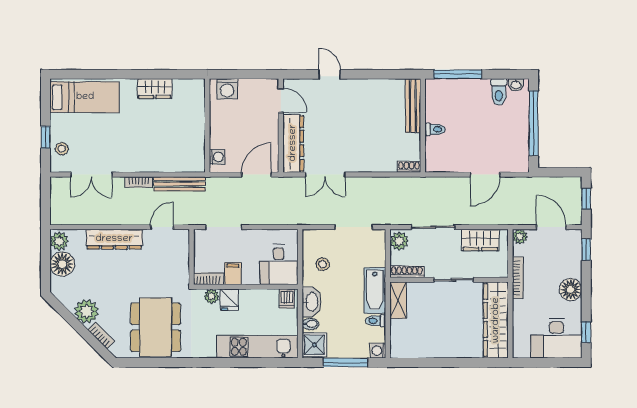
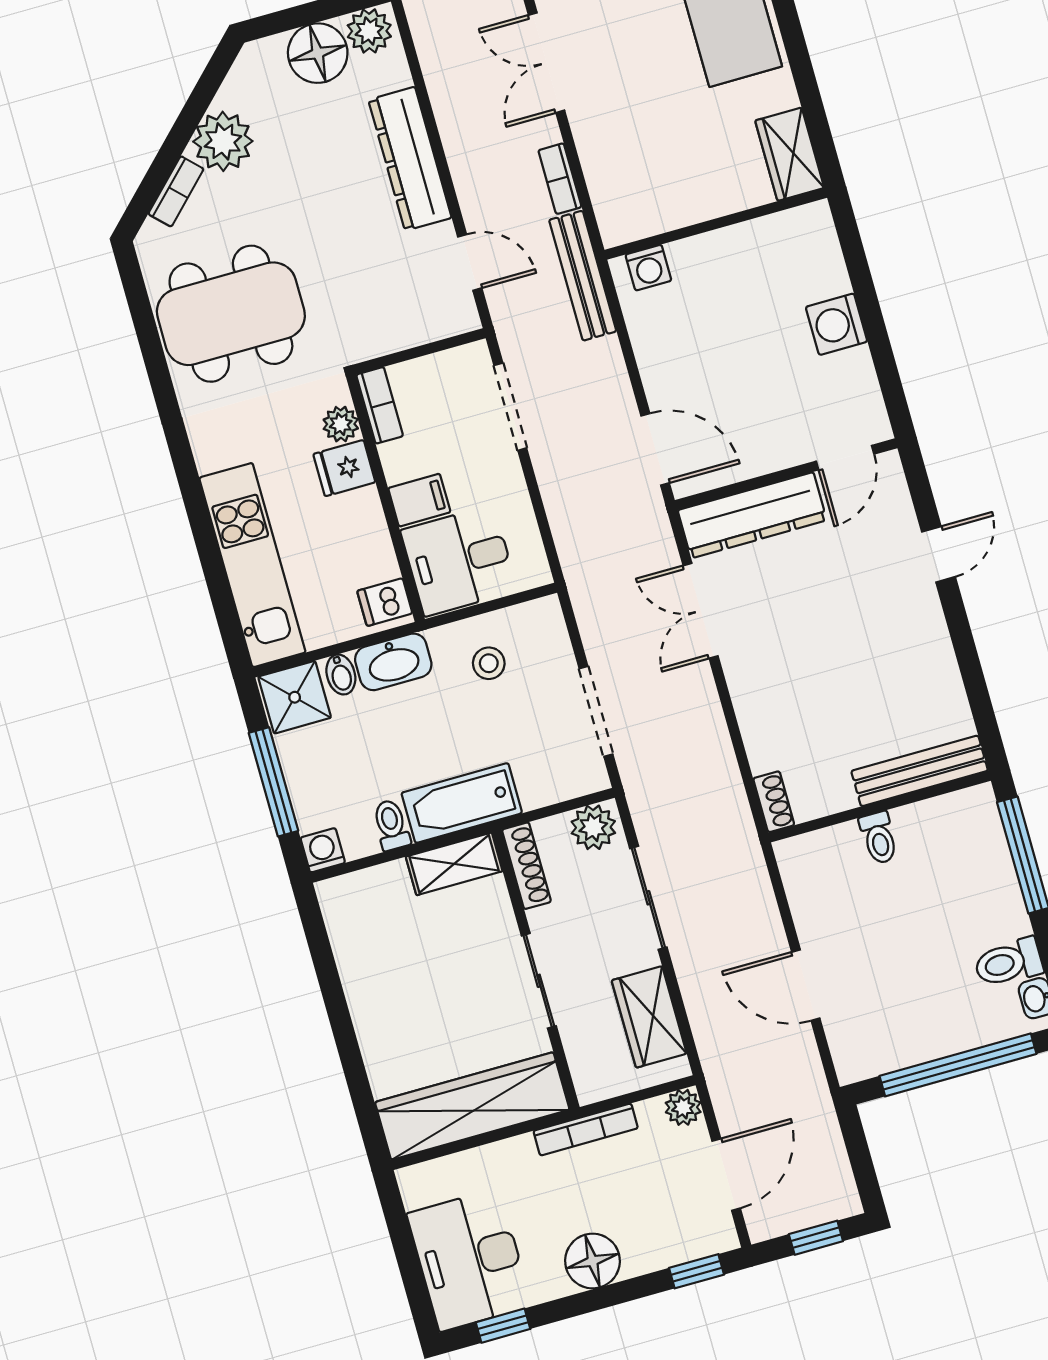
wall: (207, 126) -> (716, 224), moved
washing machine: (217, 157) -> (648, 268), moved
filing cabinet: (233, 274) -> (419, 500), moved

